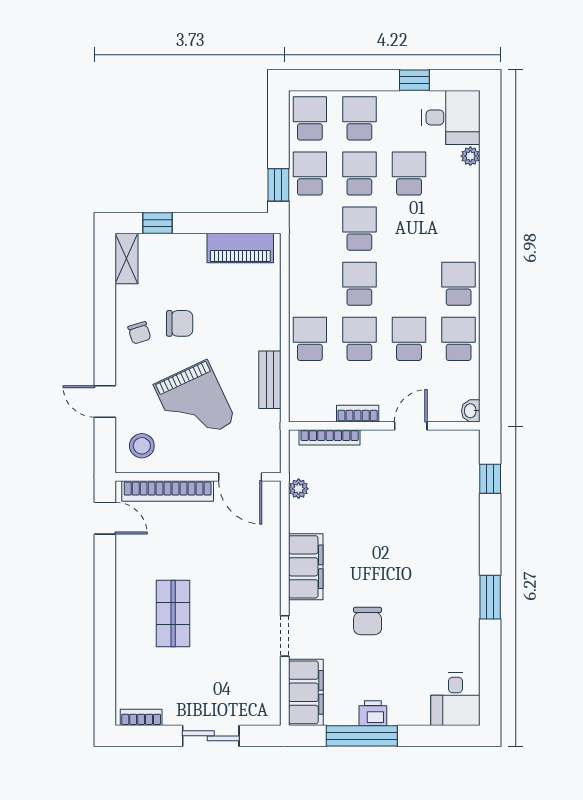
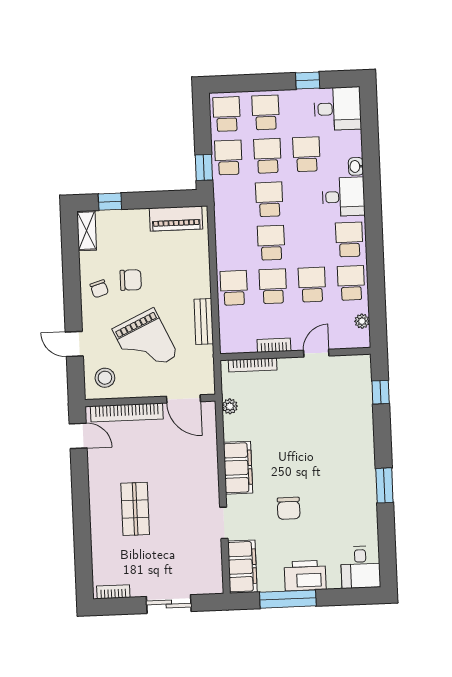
plant: (470, 156) -> (362, 321), moved
desk: (454, 229) -> (343, 197), added
washbasin: (471, 411) -> (356, 166), moved
printer: (373, 713) -> (305, 576), width x1.87, depth x1.48

